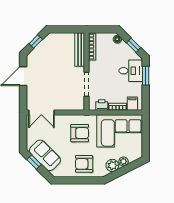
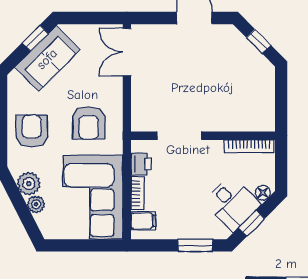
bench: (80, 50) -> (244, 123), removed
desk: (131, 71) -> (232, 203), moved, turned -45

